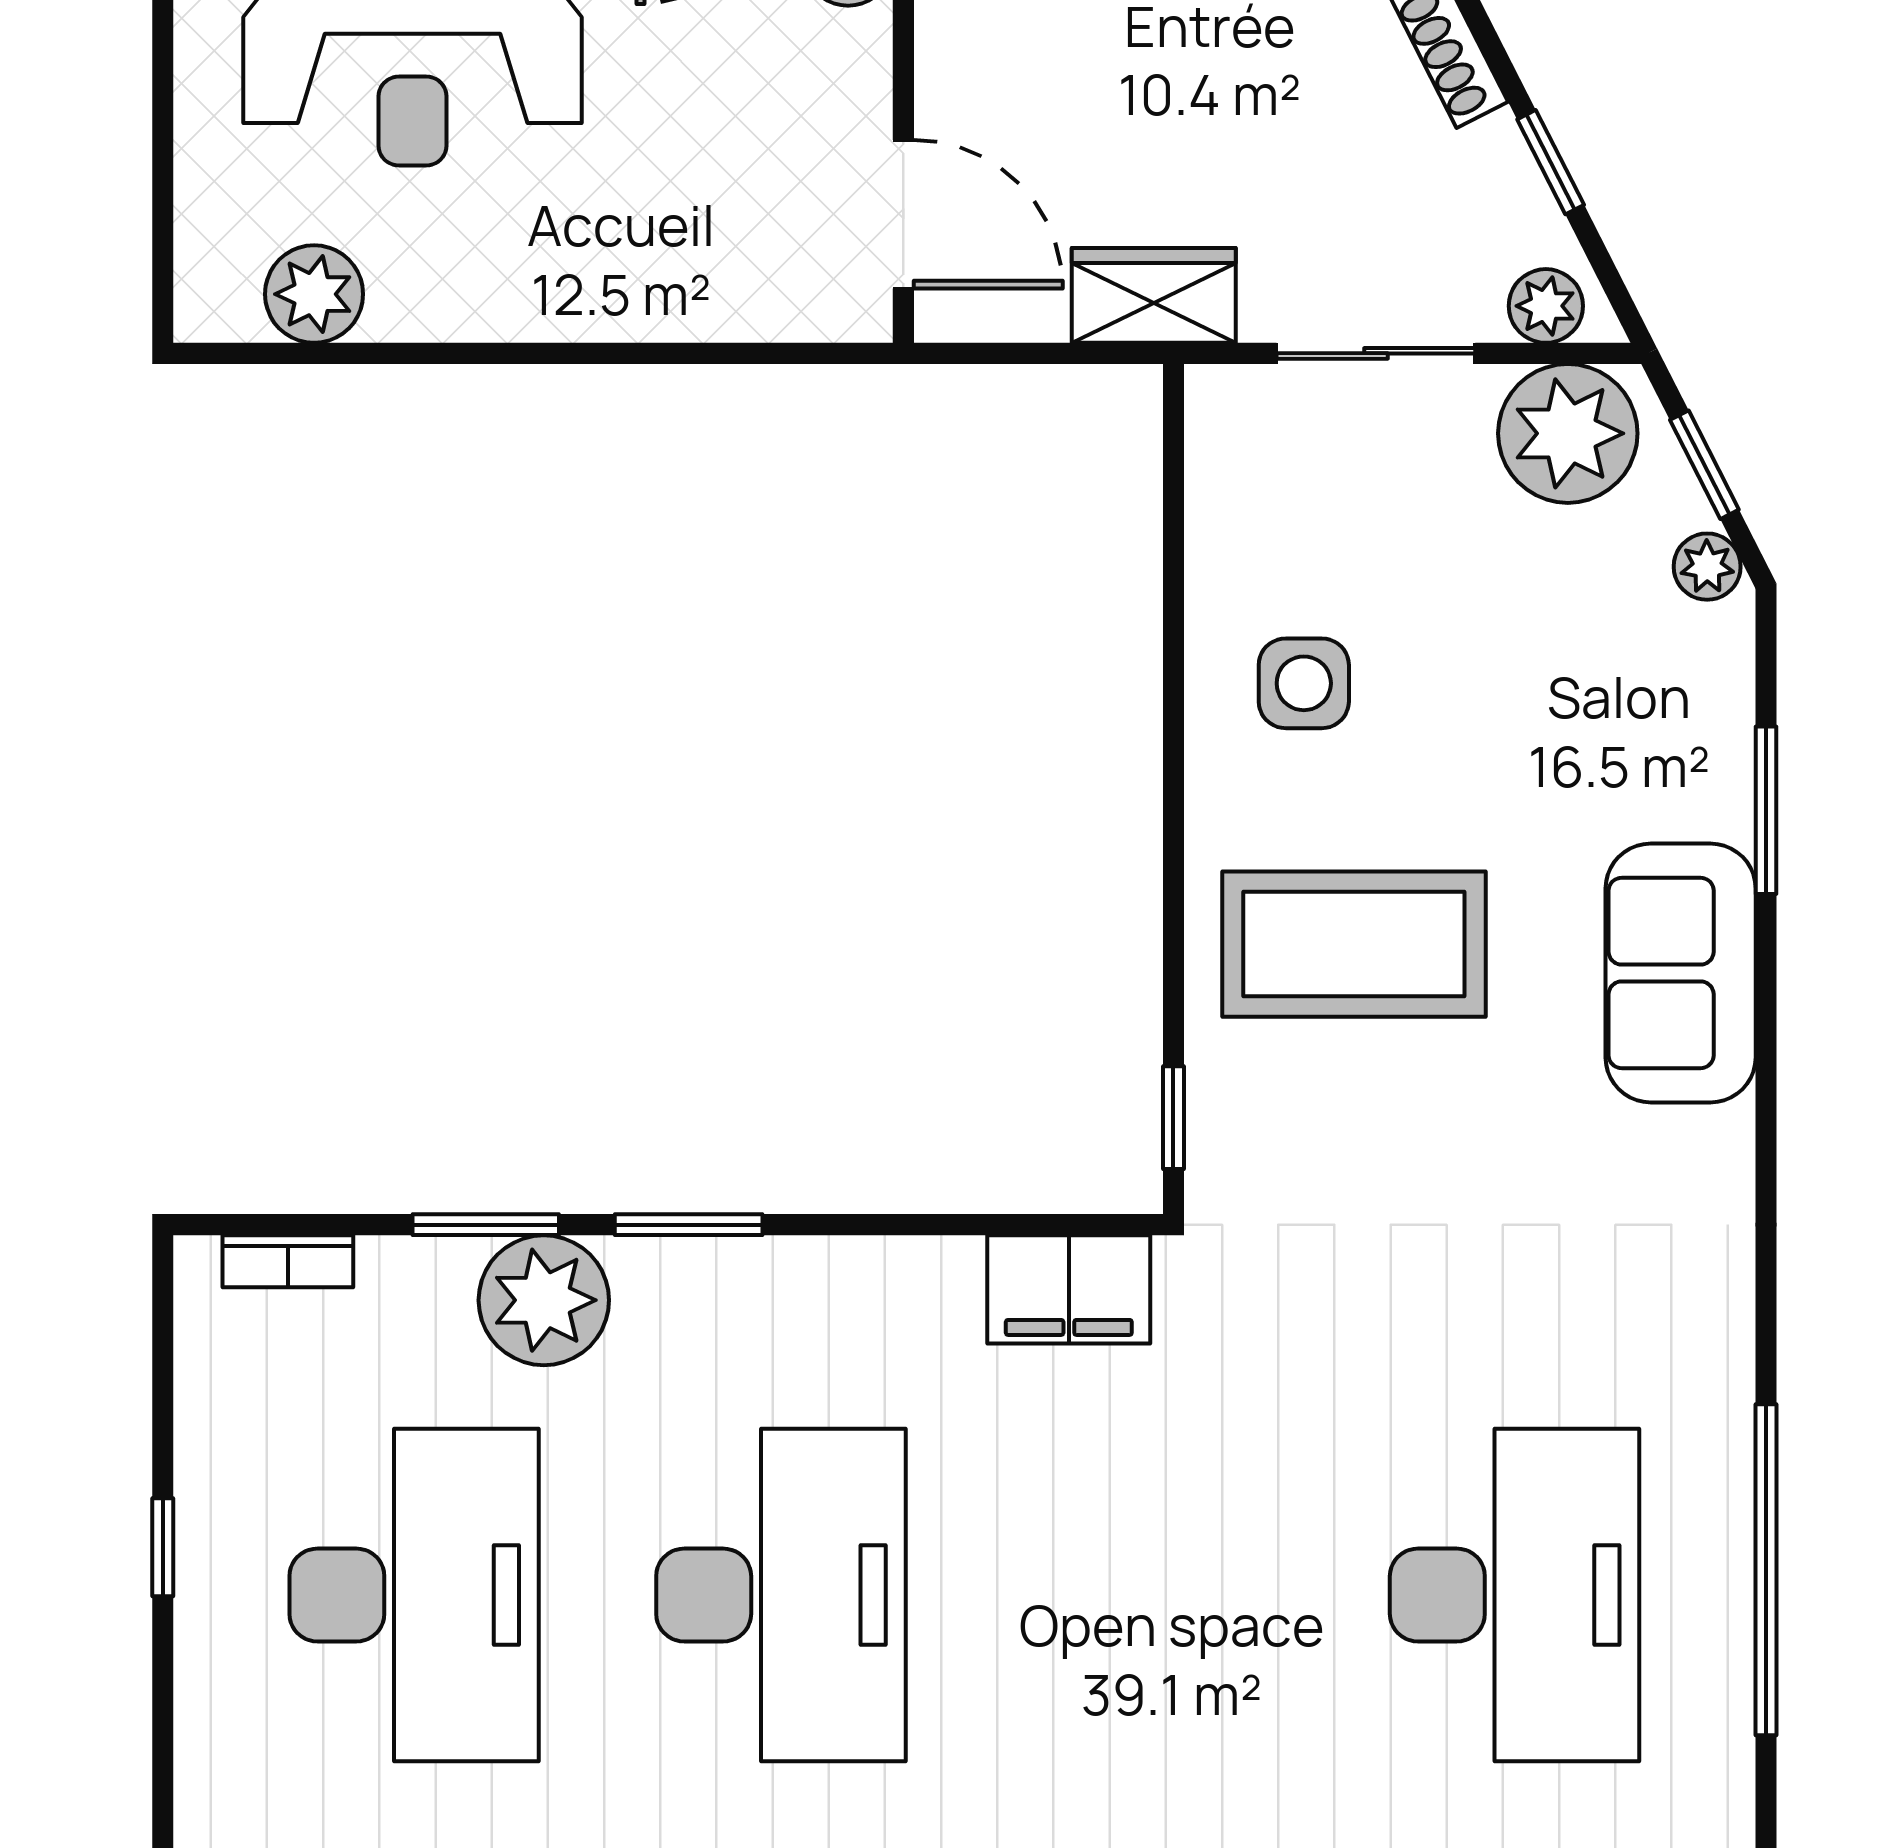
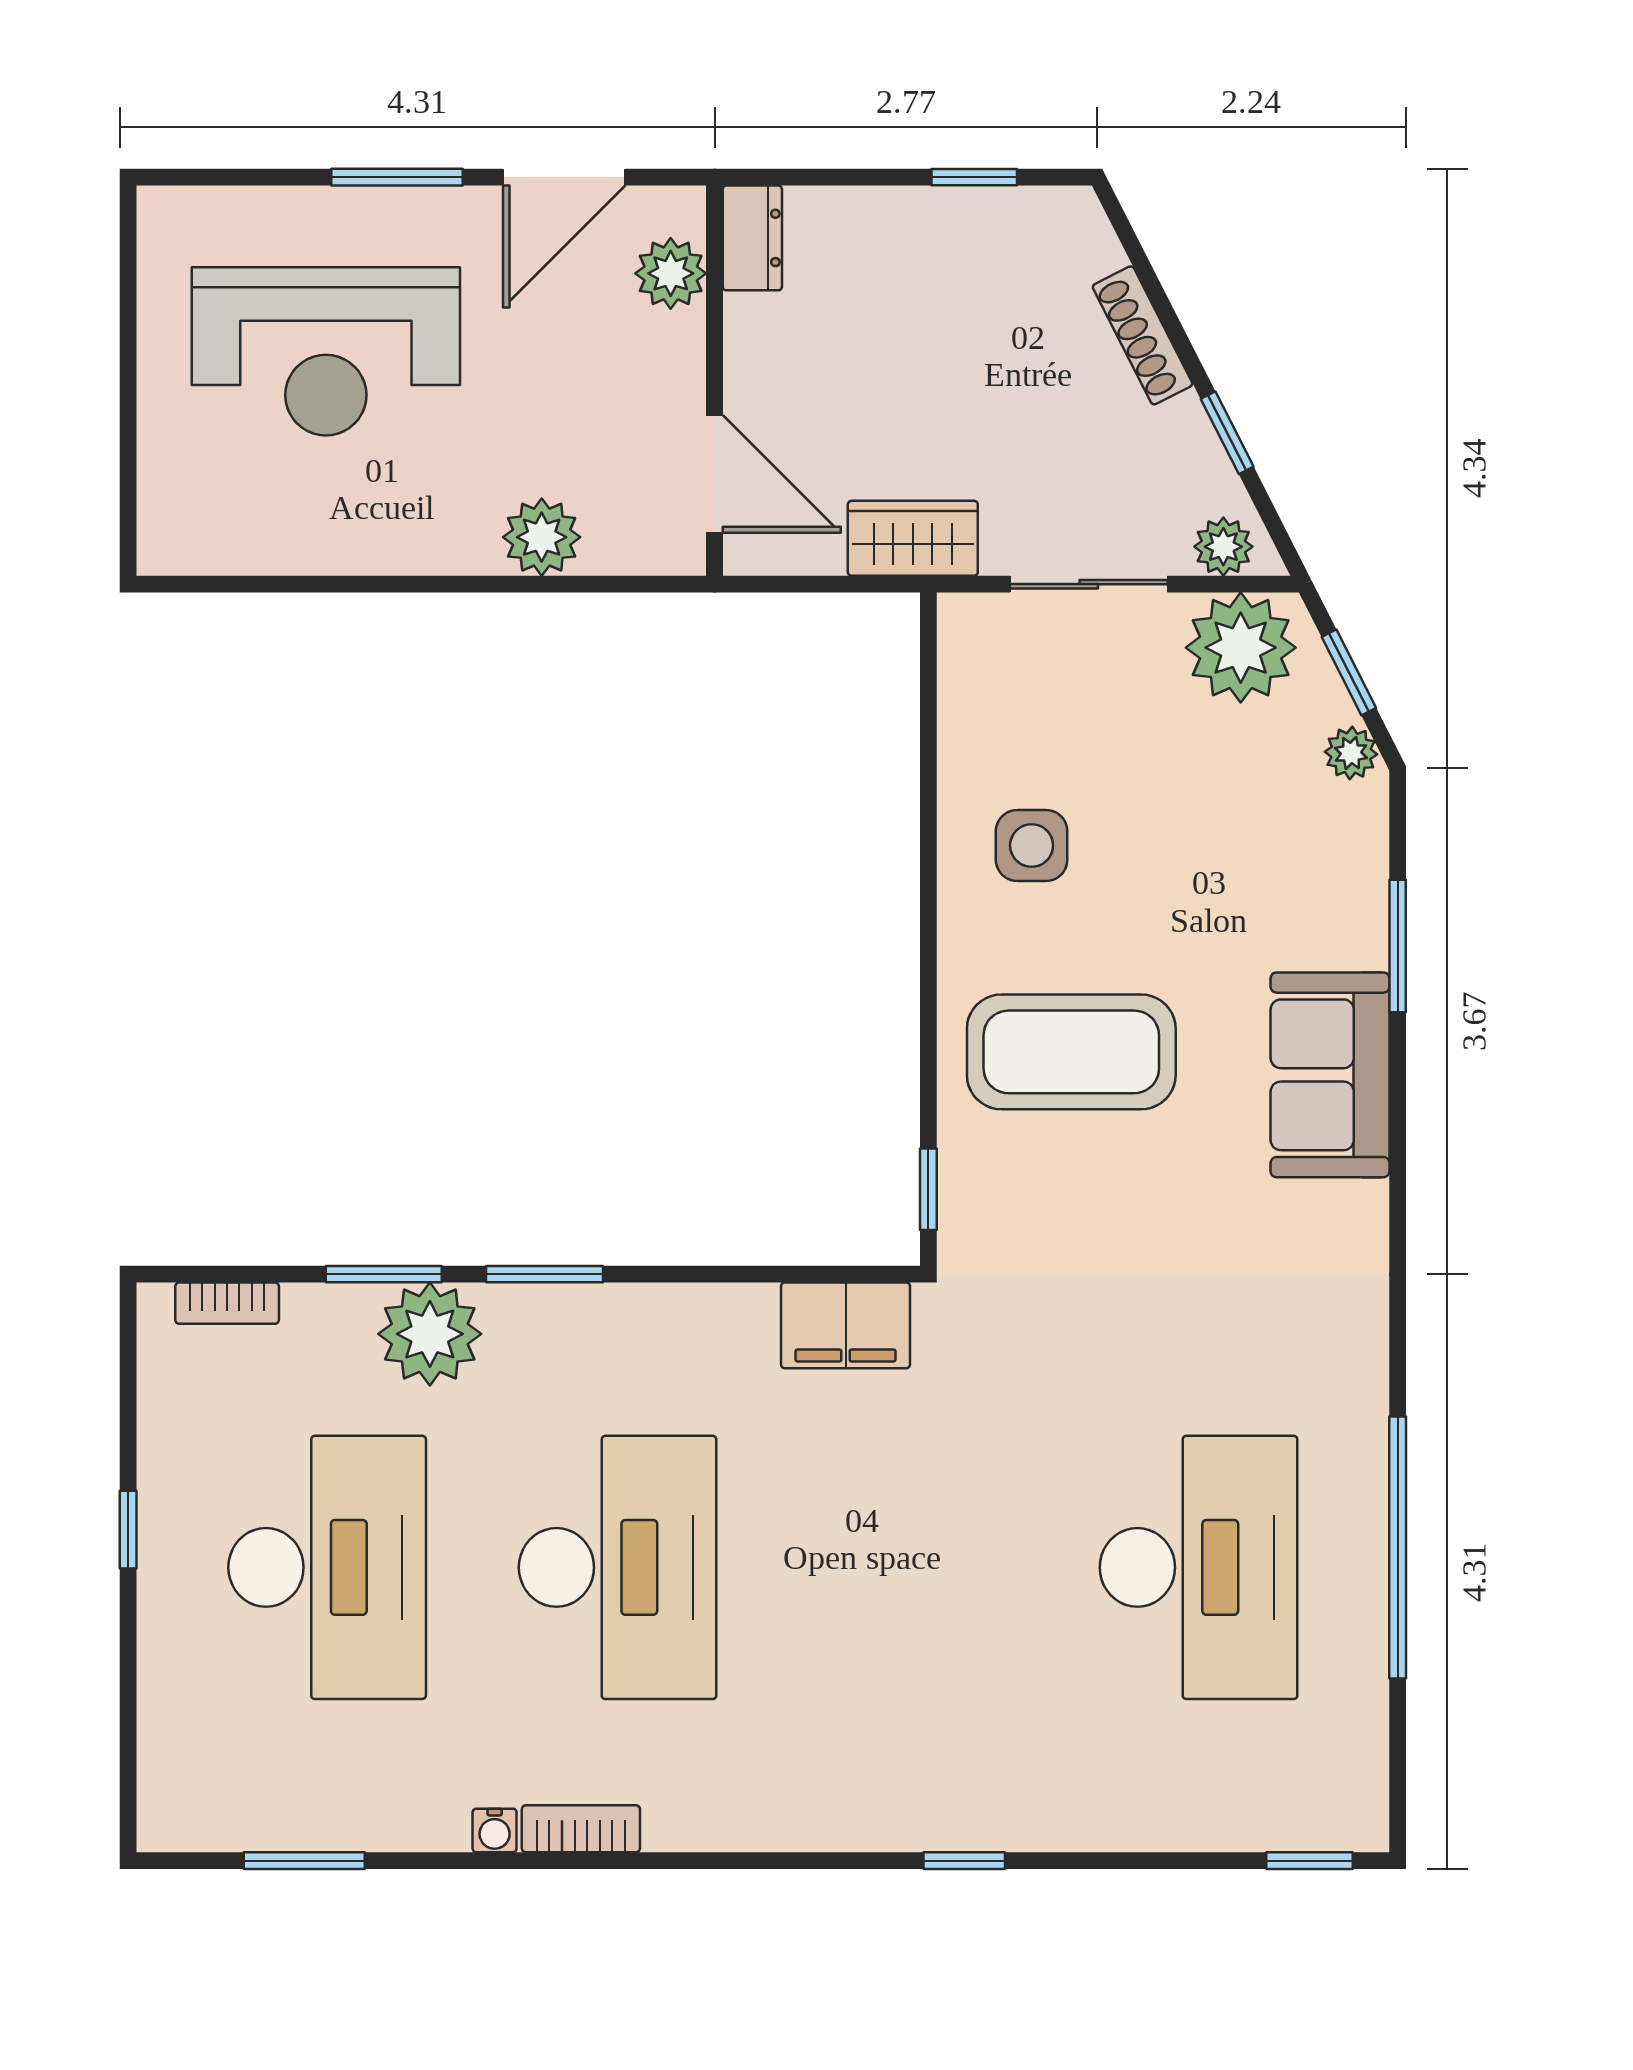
plant: (314, 294) -> (542, 537), moved

